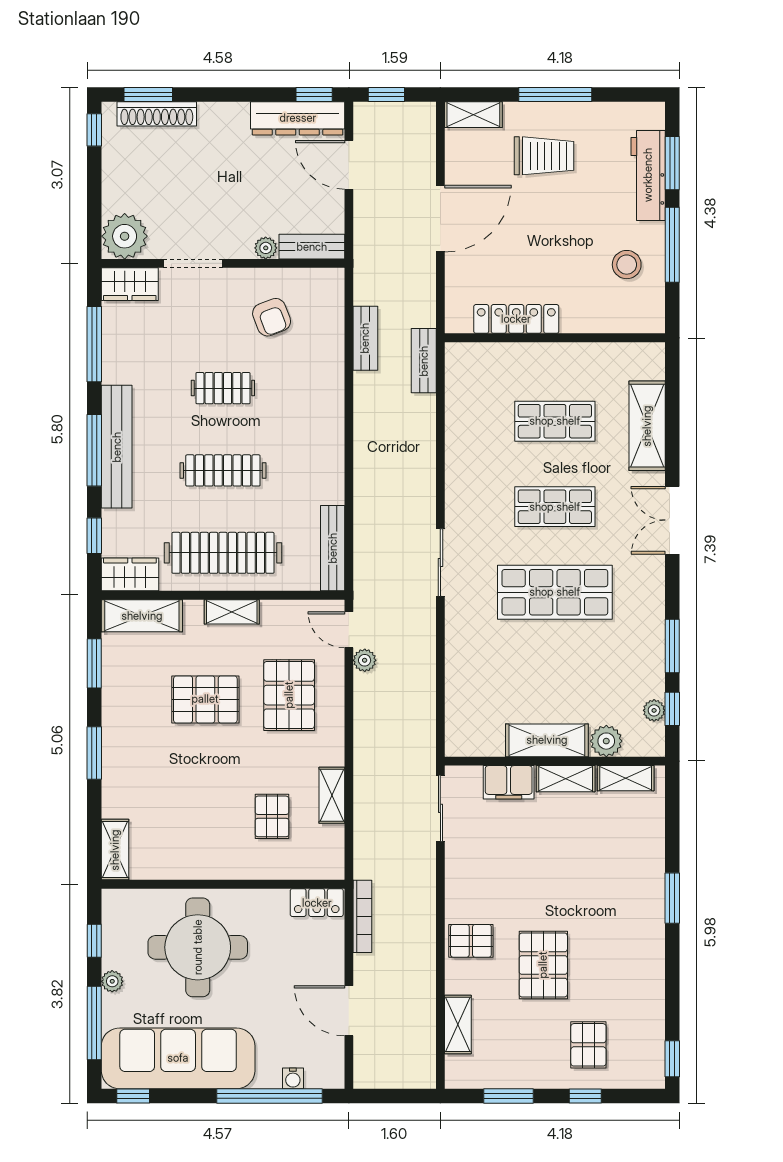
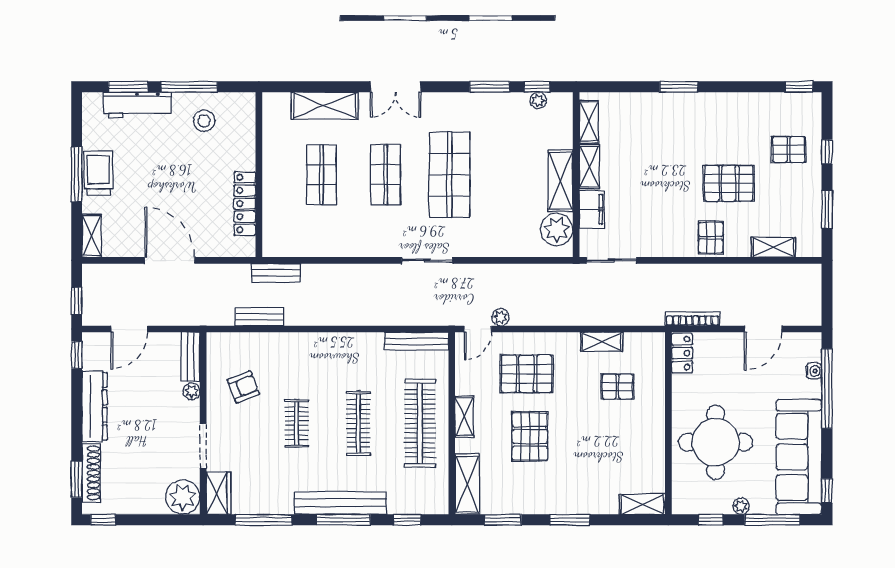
dresser: (298, 118) -> (95, 406), moved
trolley: (544, 156) -> (98, 173), moved
wardrobe: (130, 574) -> (436, 493), removed
plant: (606, 741) -> (557, 229), moved, width x1.36, depth x1.36

